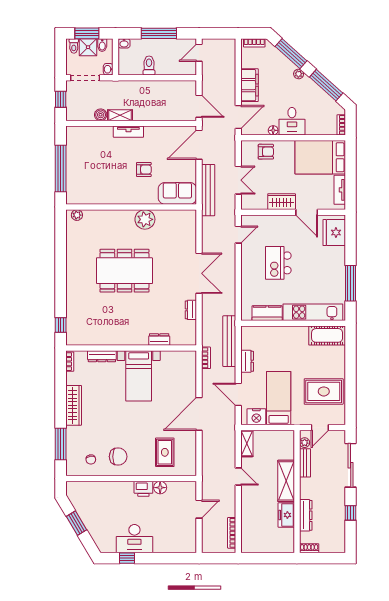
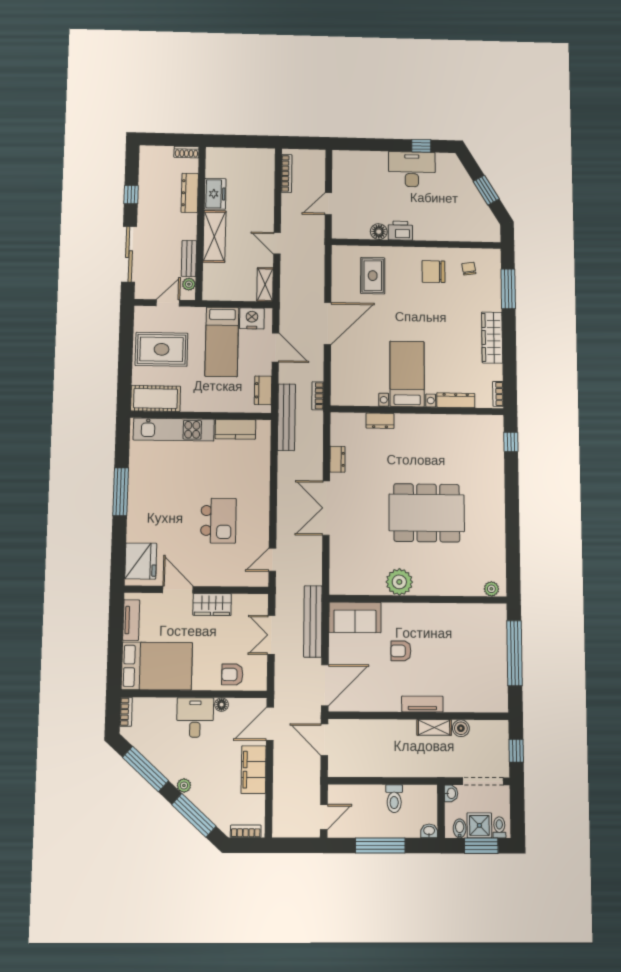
kitchen unit: (313, 312) -> (174, 430), moved
kitchen counter: (267, 313) -> (235, 429), moved
wall: (293, 323) -> (201, 415), moved
cot: (327, 335) -> (156, 398), moved

